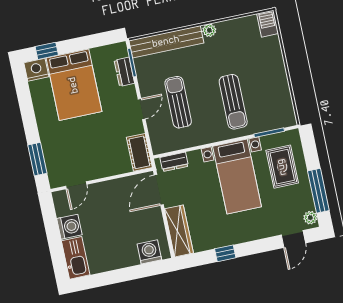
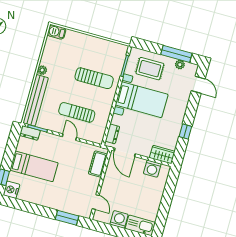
dresser: (124, 72) -> (30, 133), moved
bed: (74, 85) -> (34, 166), width x0.67
cot: (139, 152) -> (98, 164), moved, turned 90
plant: (310, 218) -> (180, 65), moved
wardrobe: (179, 231) -> (162, 155), width x0.67
washing machine: (149, 252) -> (152, 169), moved, turned -90

